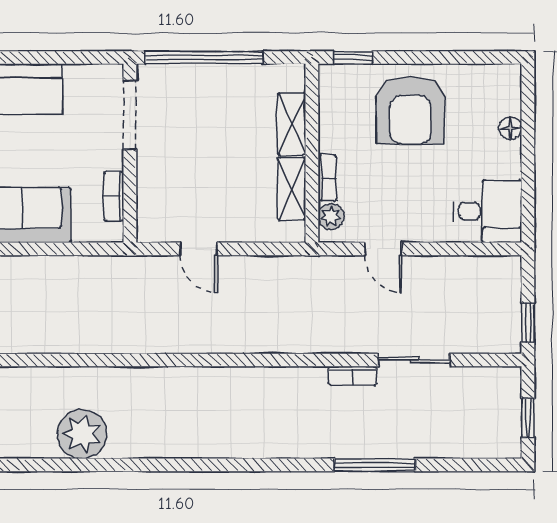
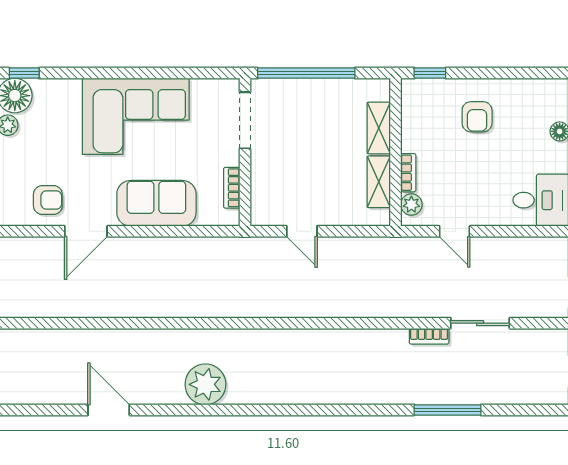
armchair: (410, 110) -> (477, 117), width x0.53, depth x0.53

